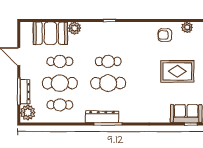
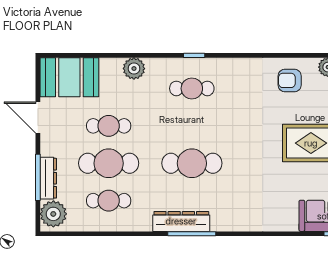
booth: (50, 33) -> (69, 77), moved
cafe table: (108, 61) -> (192, 88), moved

